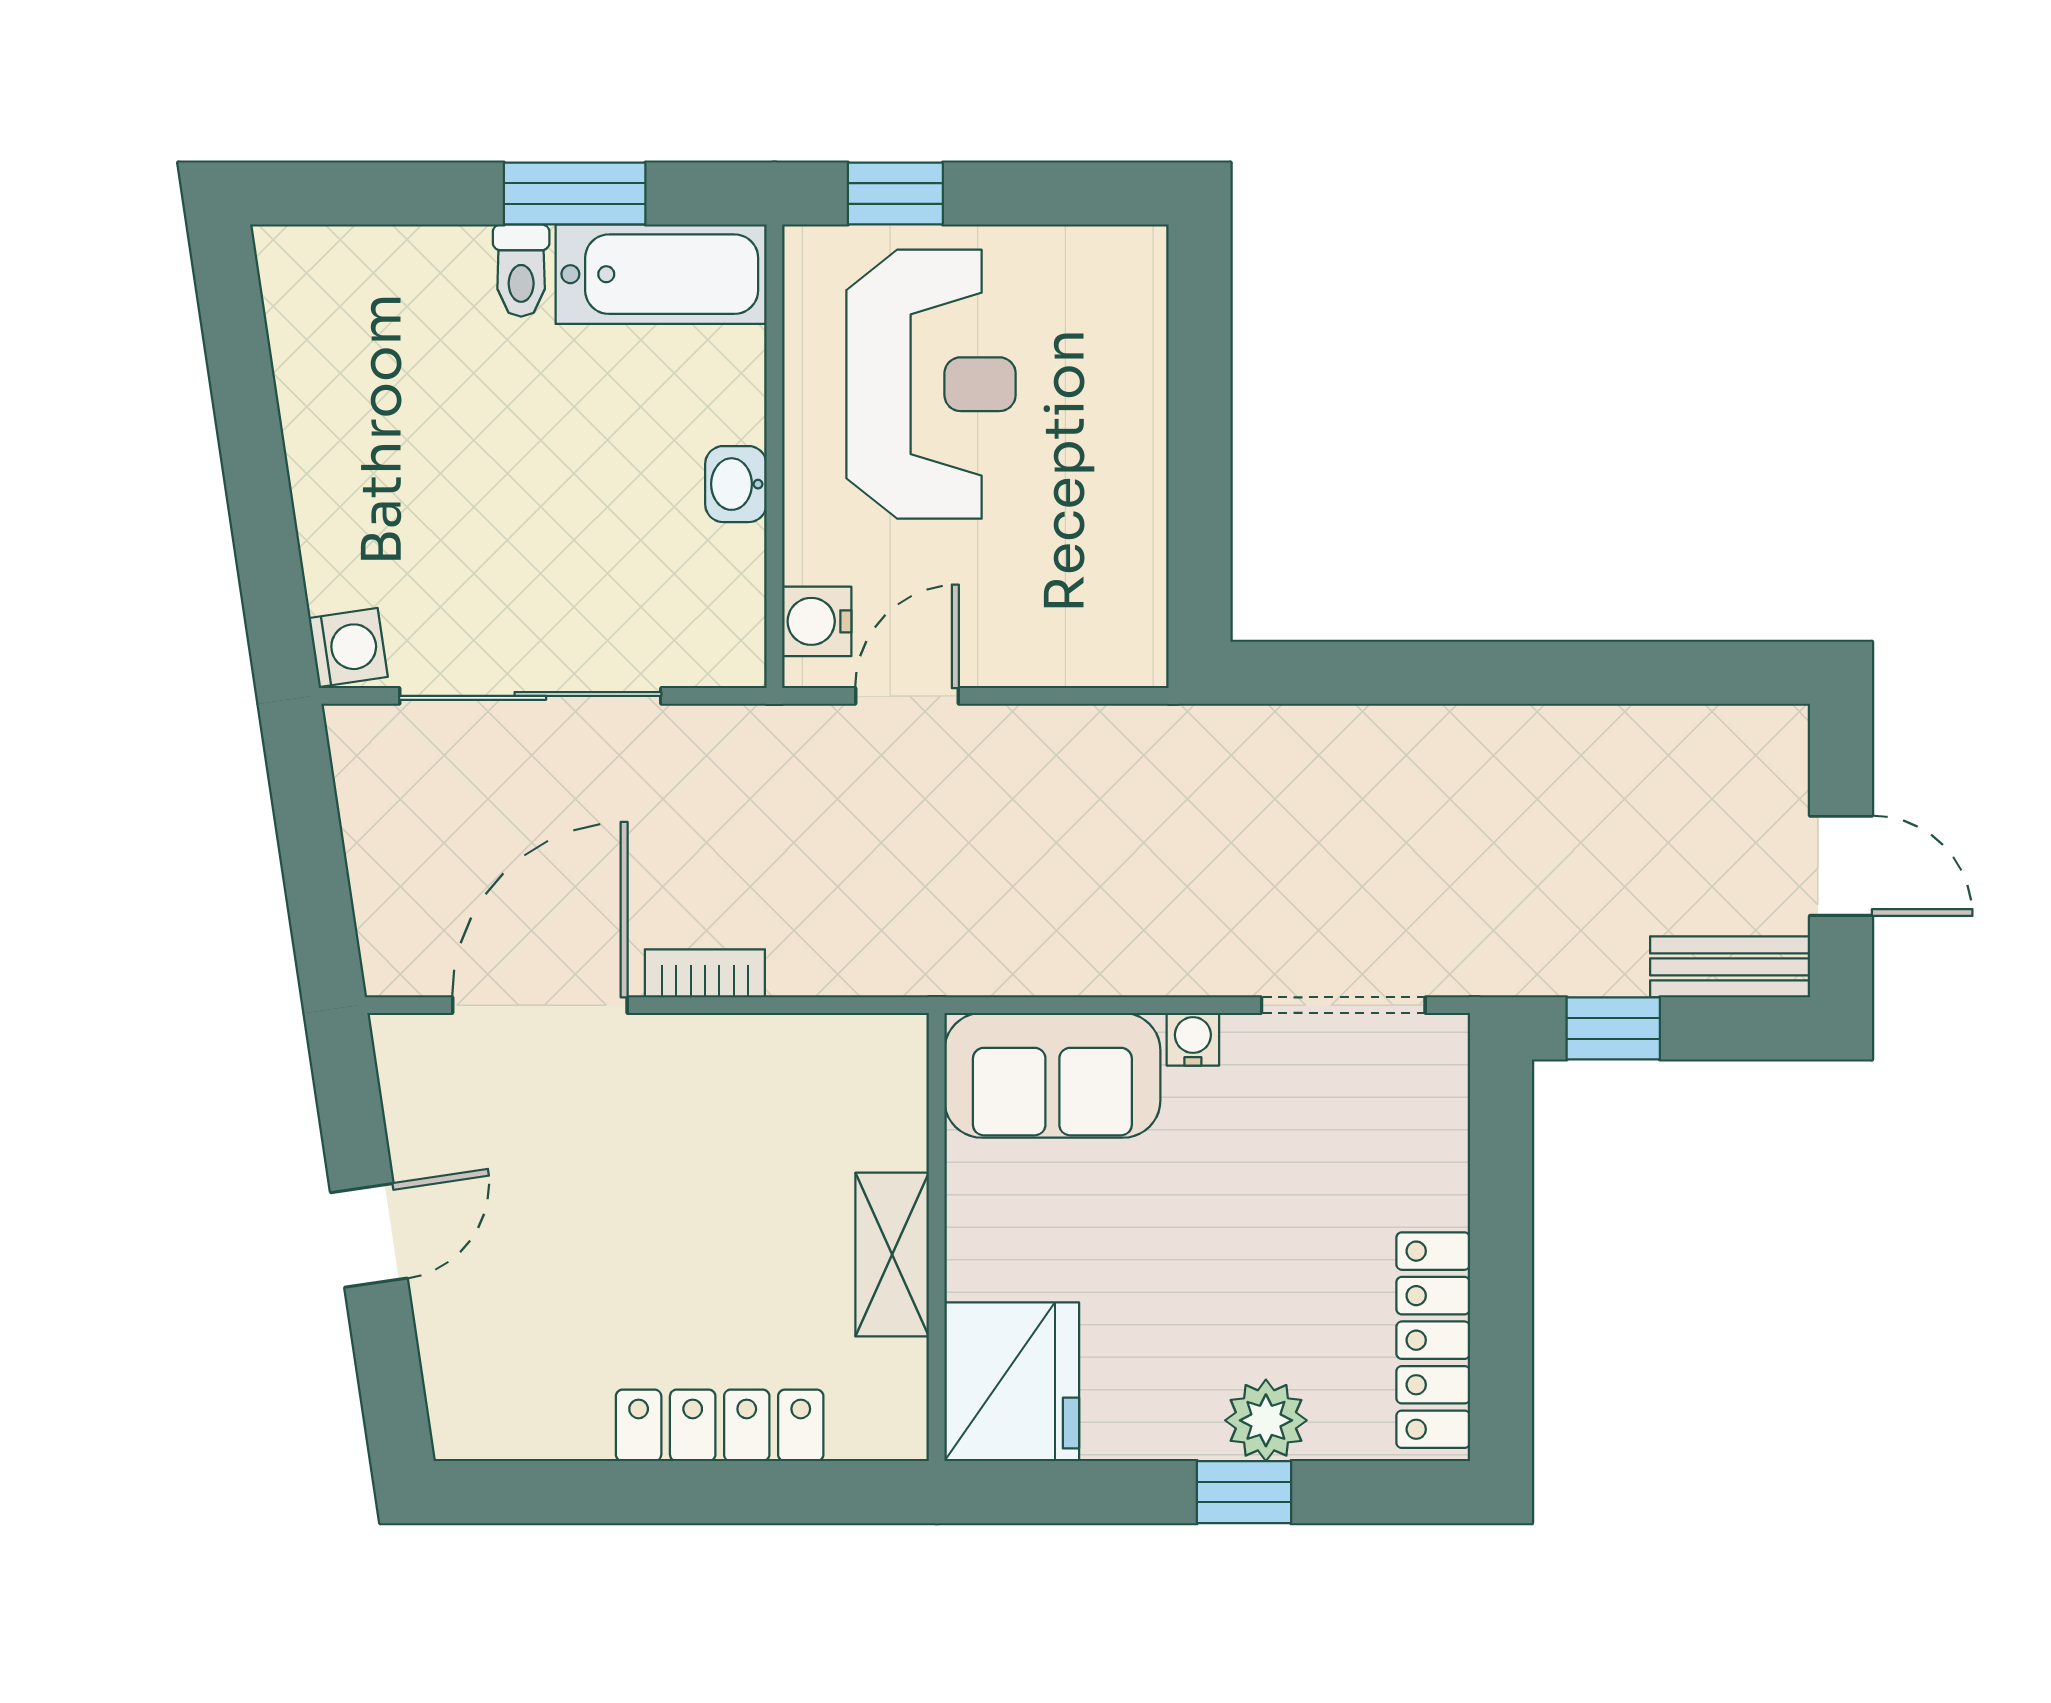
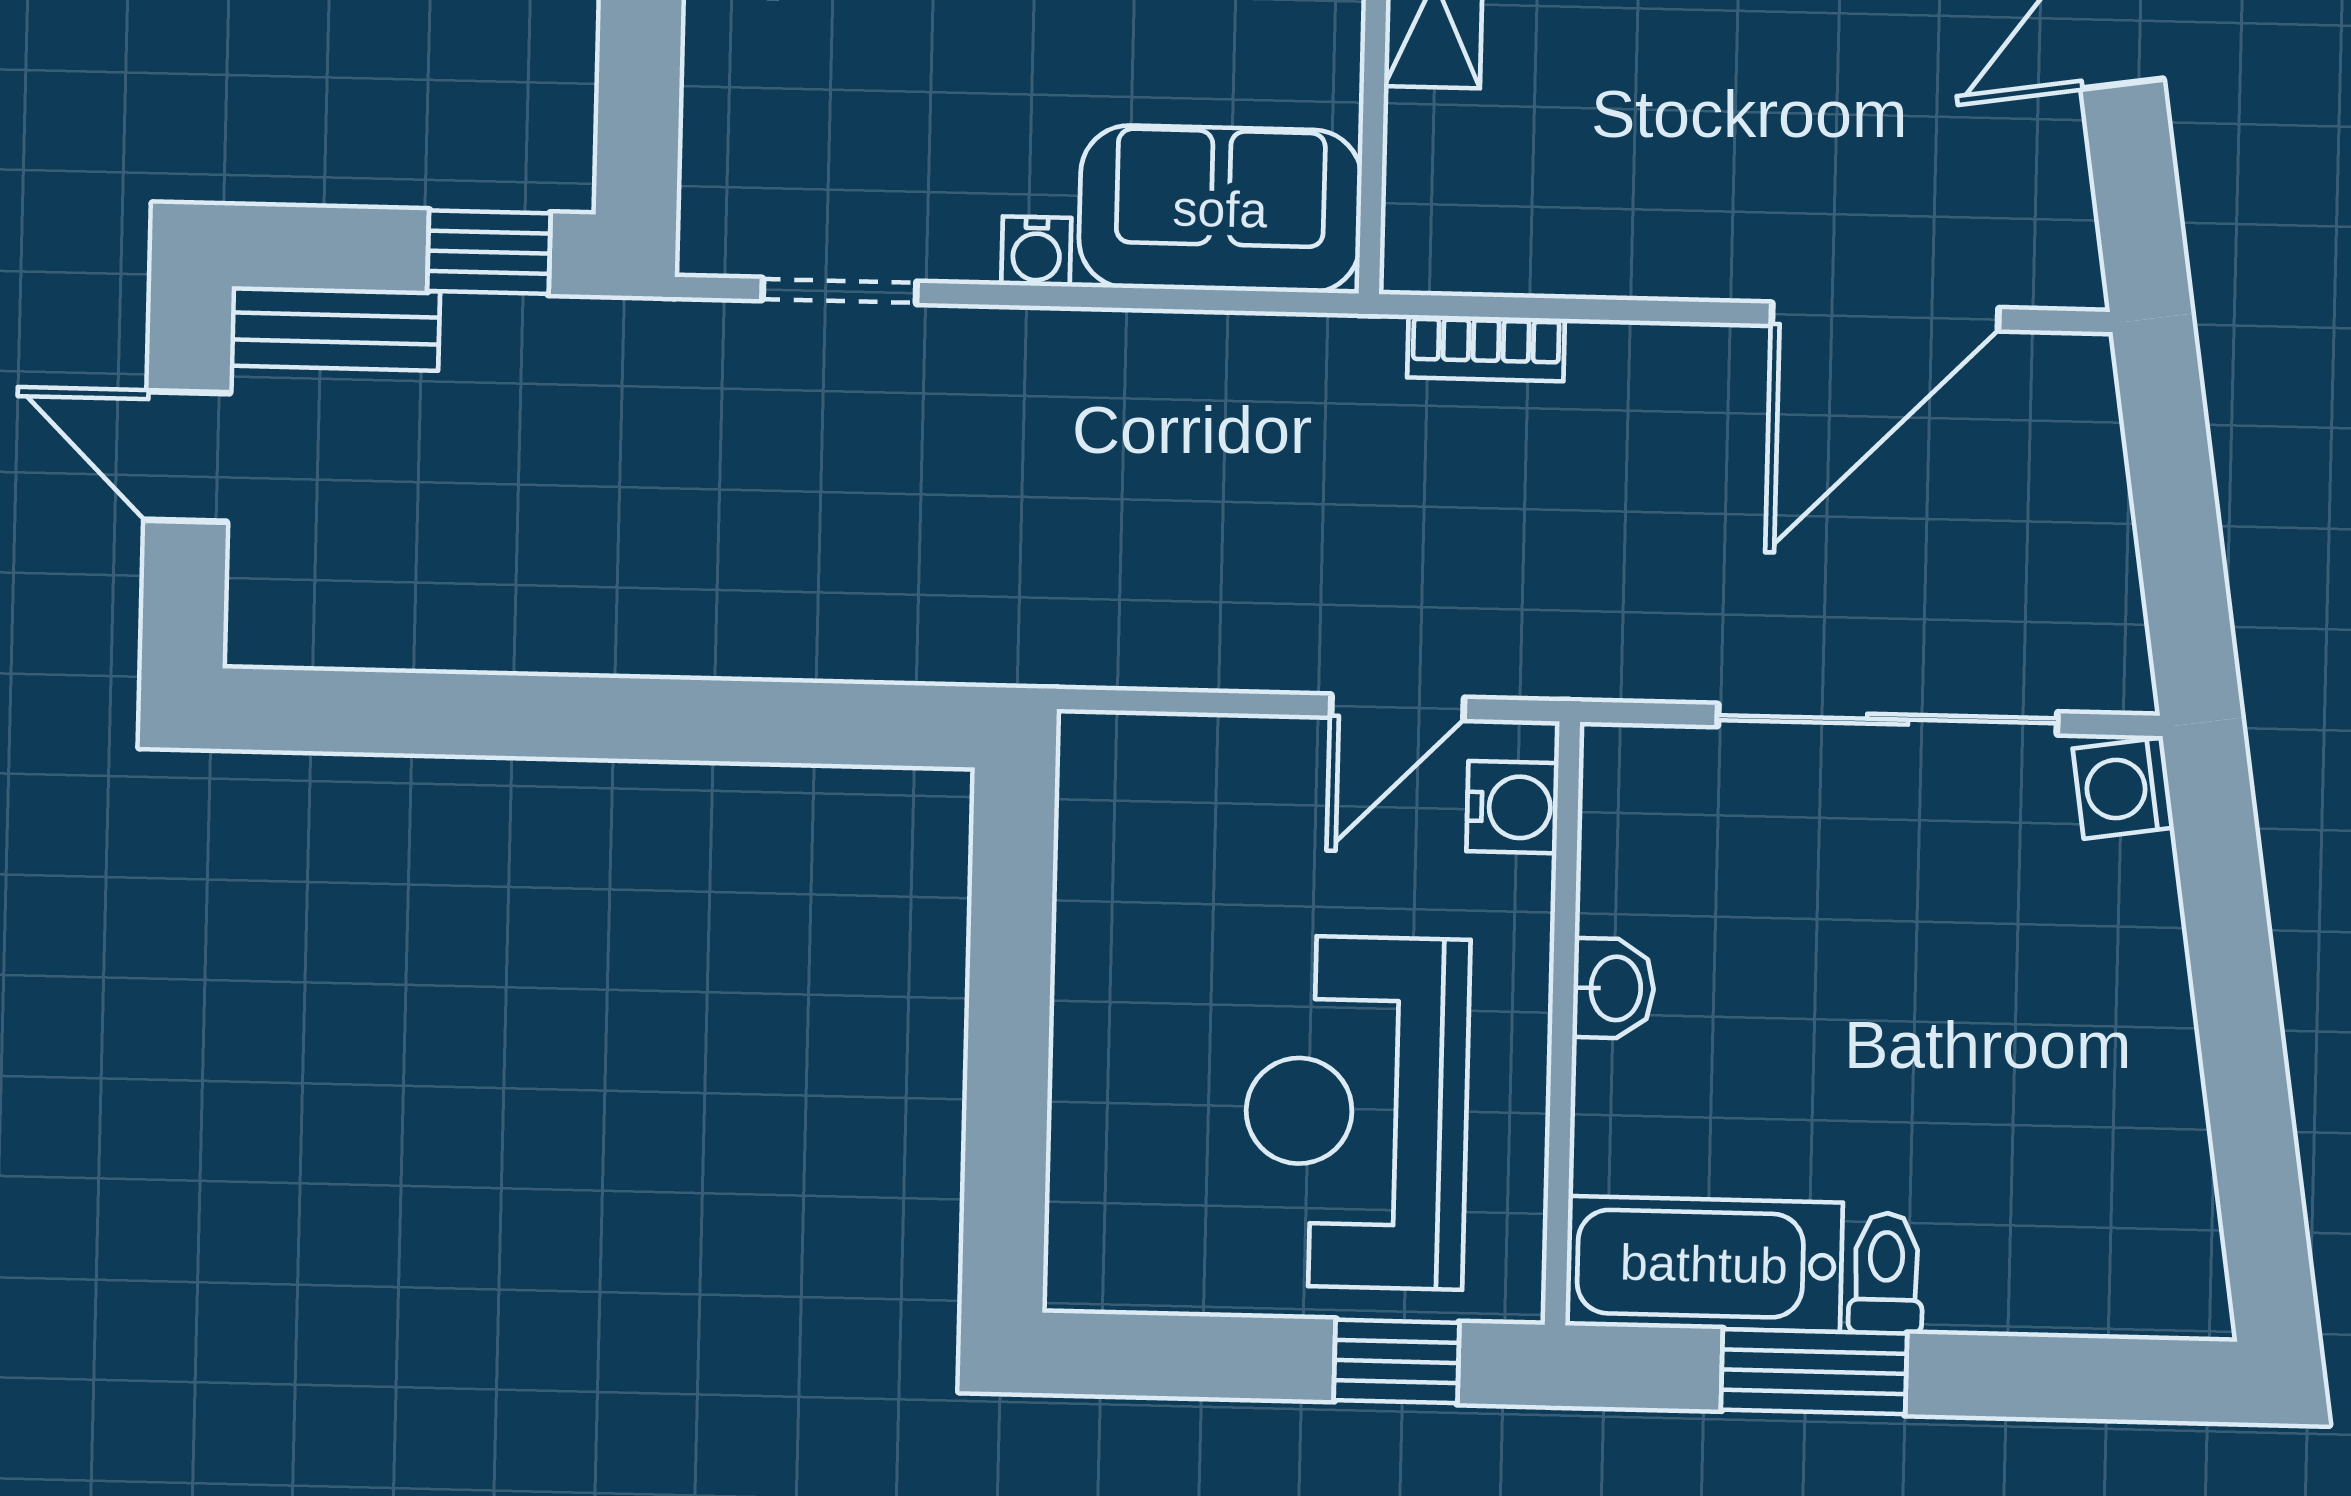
bookcase: (705, 973) -> (1486, 348), moved
doorway: (1343, 1005) -> (839, 291), width x0.73

